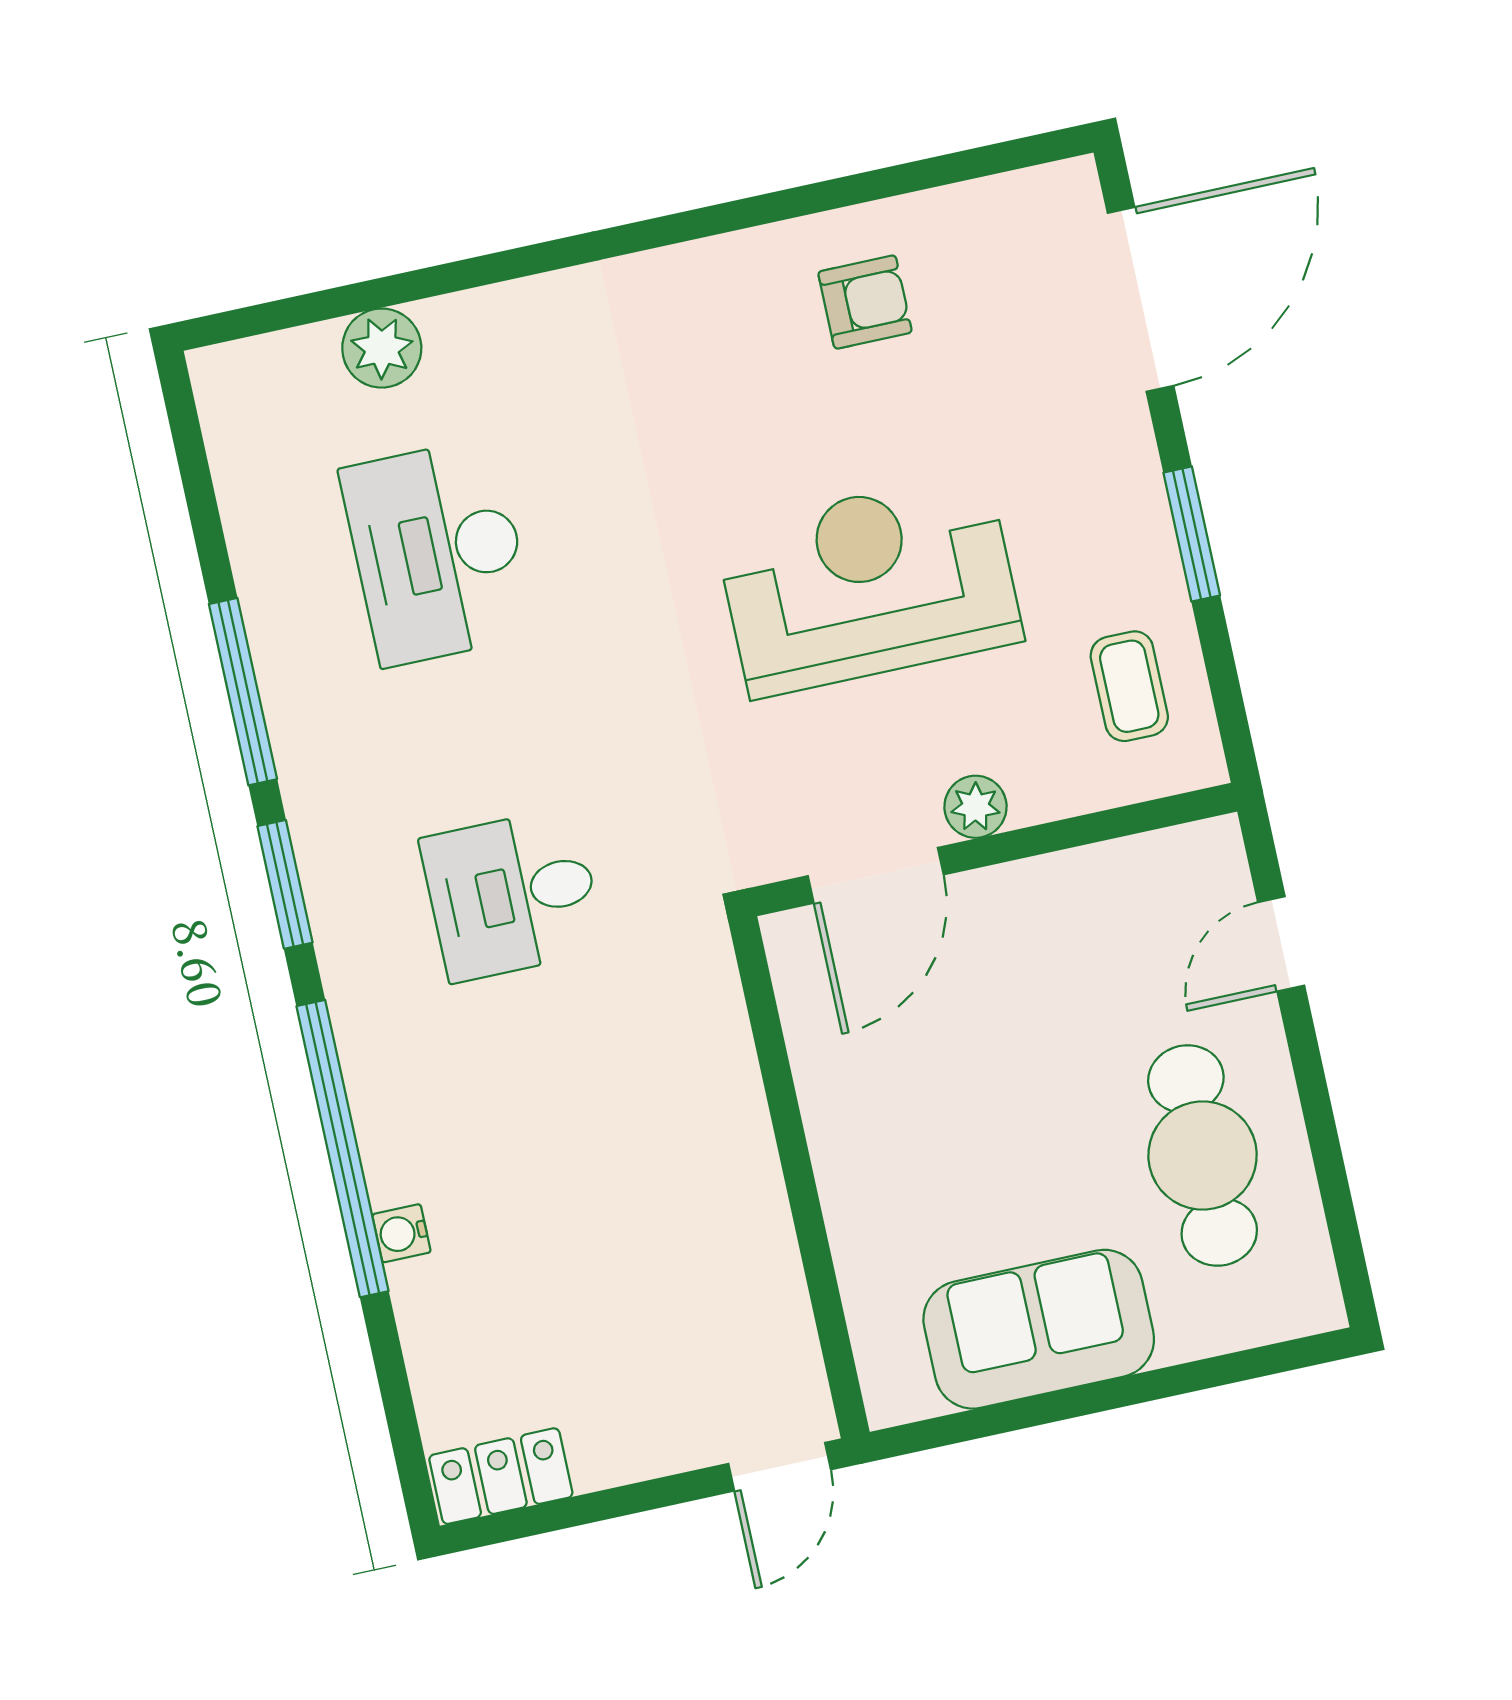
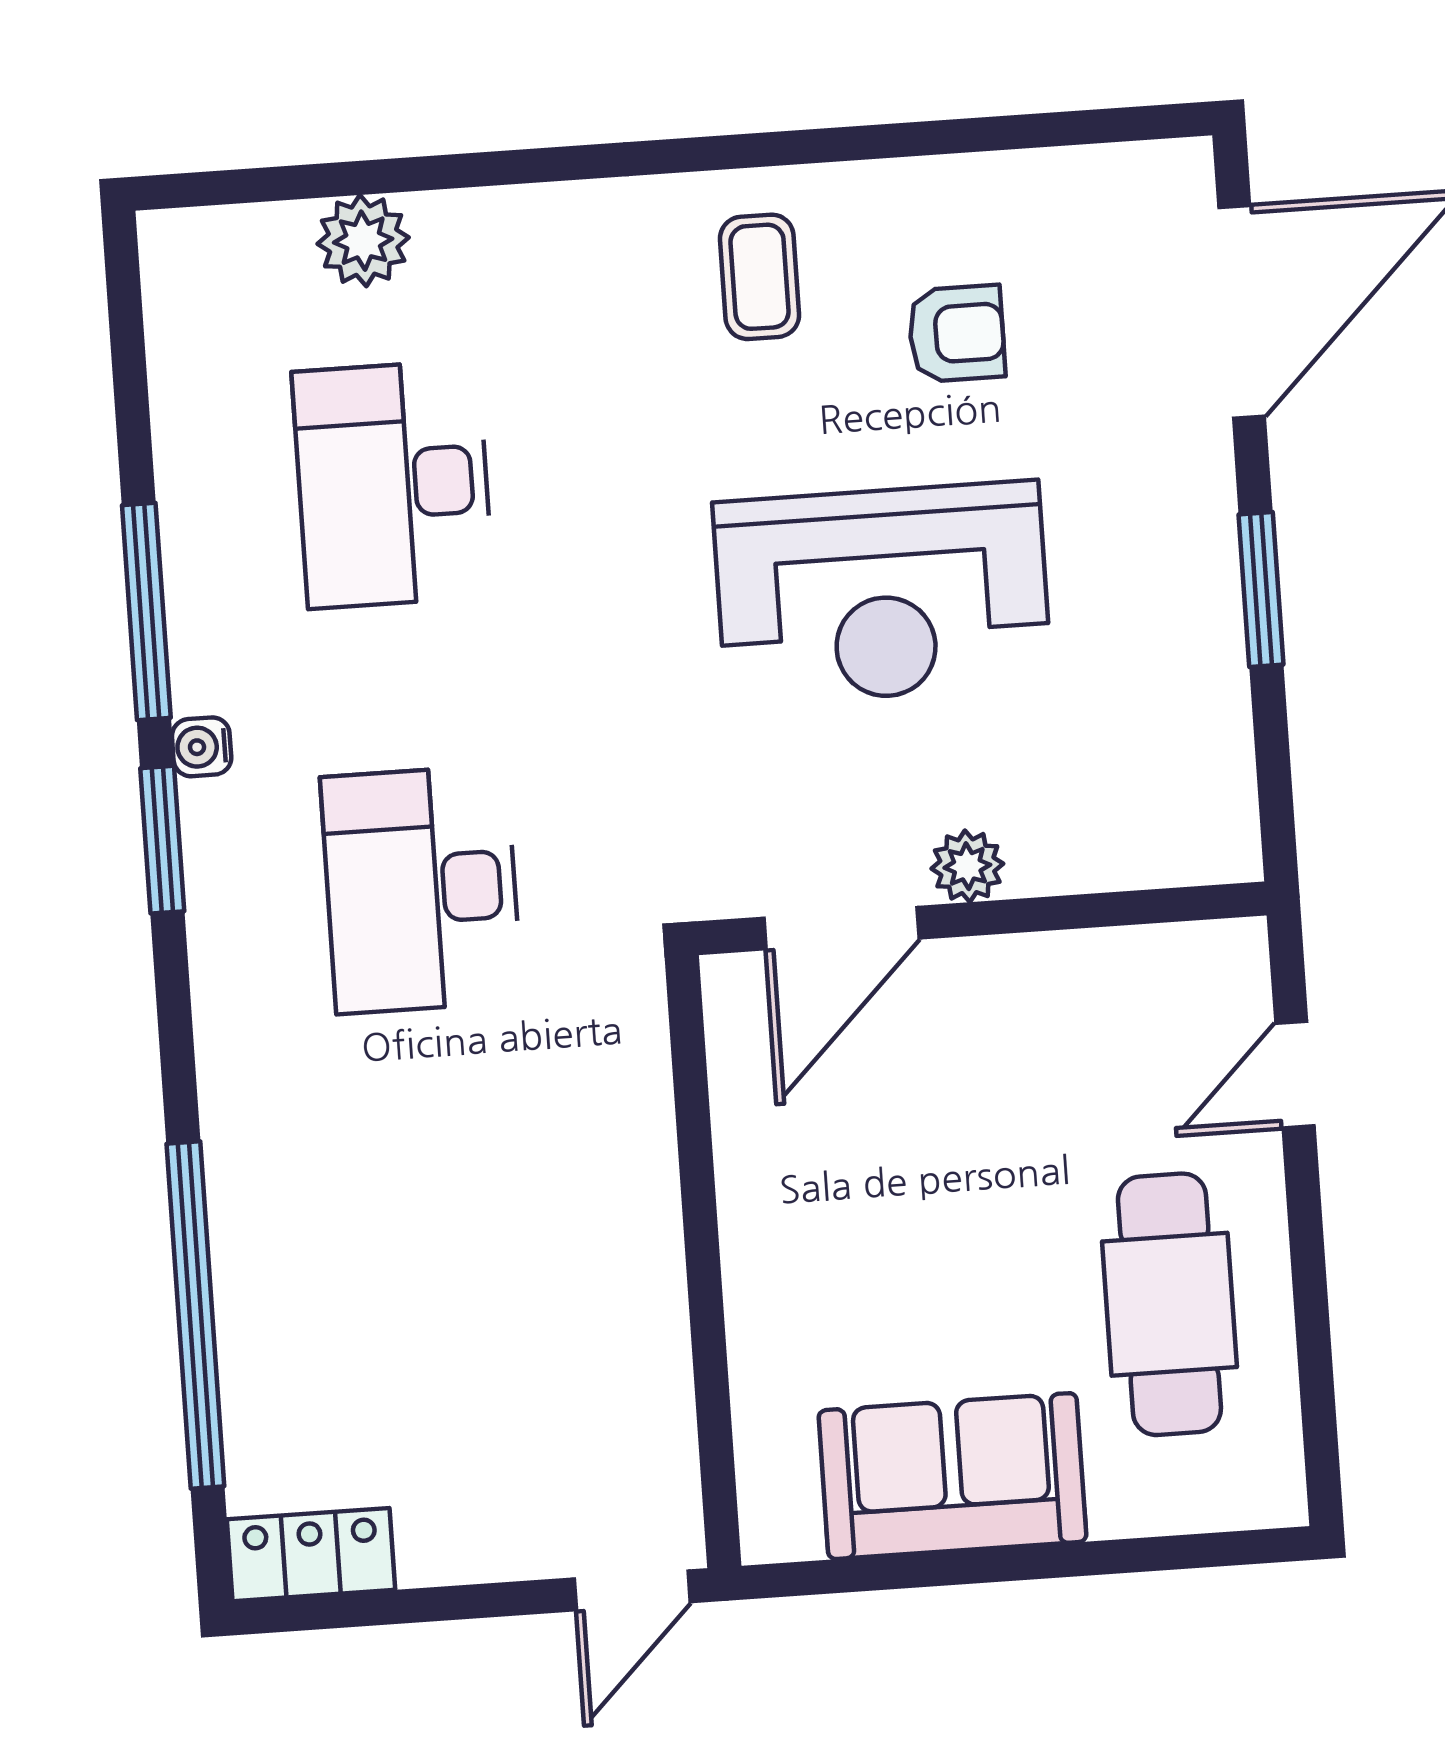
armchair: (865, 302) -> (956, 334), moved
reception desk: (869, 585) -> (882, 593), turned 180
coffee table: (1129, 686) -> (760, 277), moved
desk: (512, 895) -> (421, 889), width x1.37
window: (343, 1149) -> (195, 1315), moved
water cooler: (401, 1233) -> (202, 747), moved

